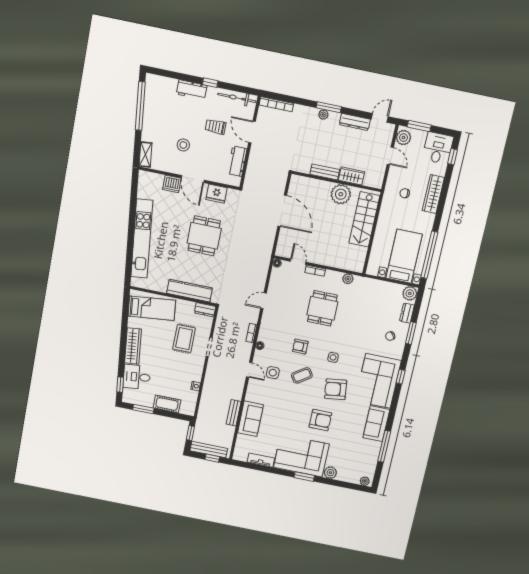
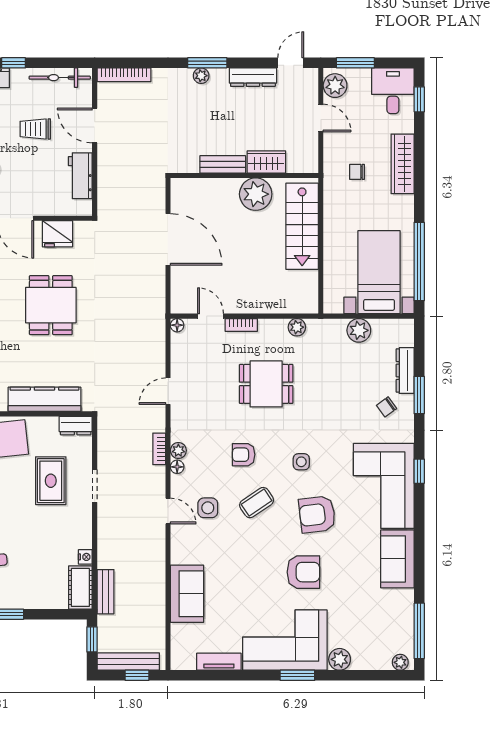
plant: (410, 293) -> (359, 330), moved
dining table: (322, 308) -> (266, 384), turned 90
dresser: (407, 313) -> (405, 370), width x1.44
plant: (262, 336) -> (178, 450), added
cot: (167, 404) -> (80, 587), moved, turned 90
bench: (234, 413) -> (105, 592), moved
window: (384, 446) -> (419, 631), moved

